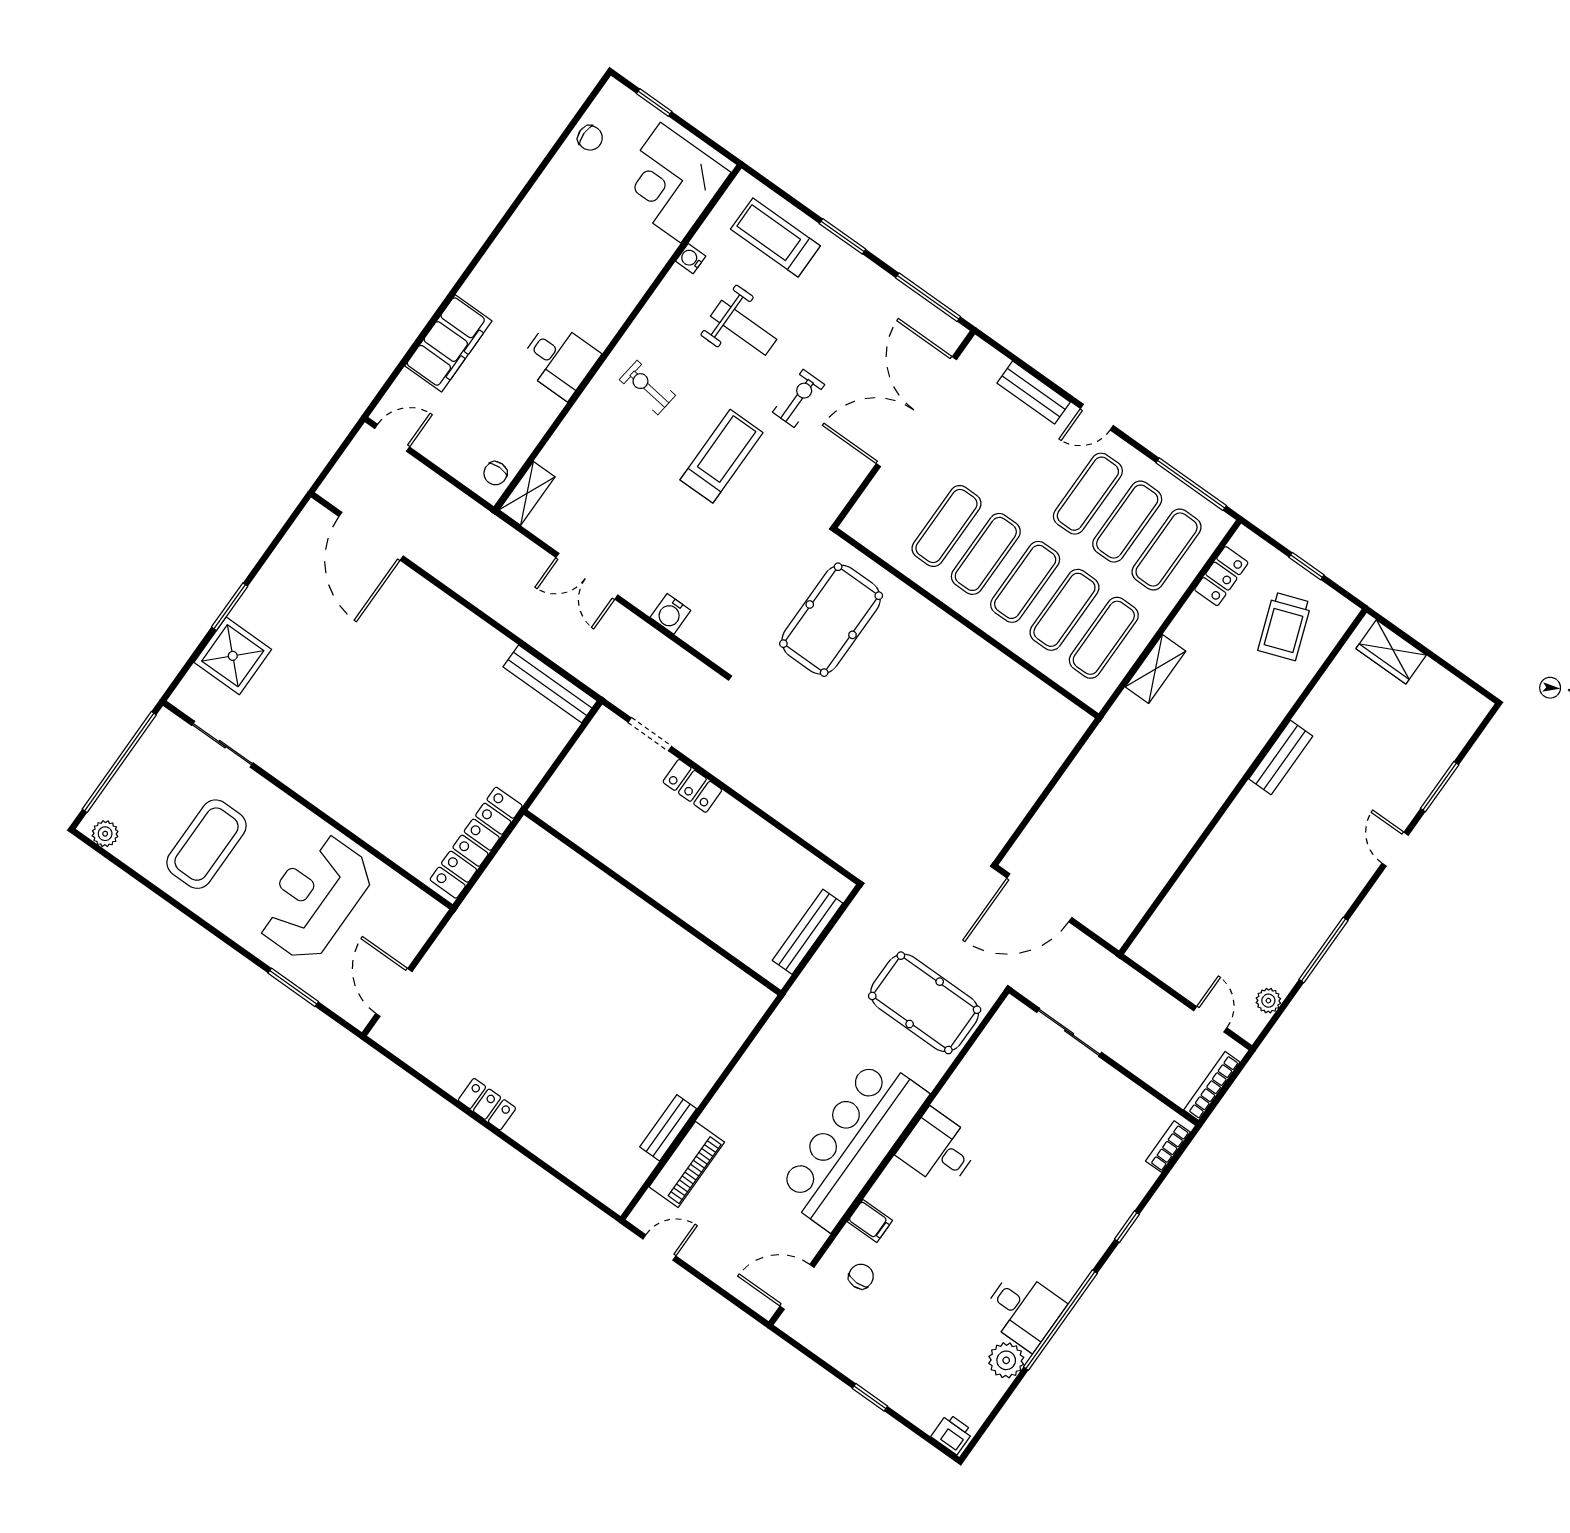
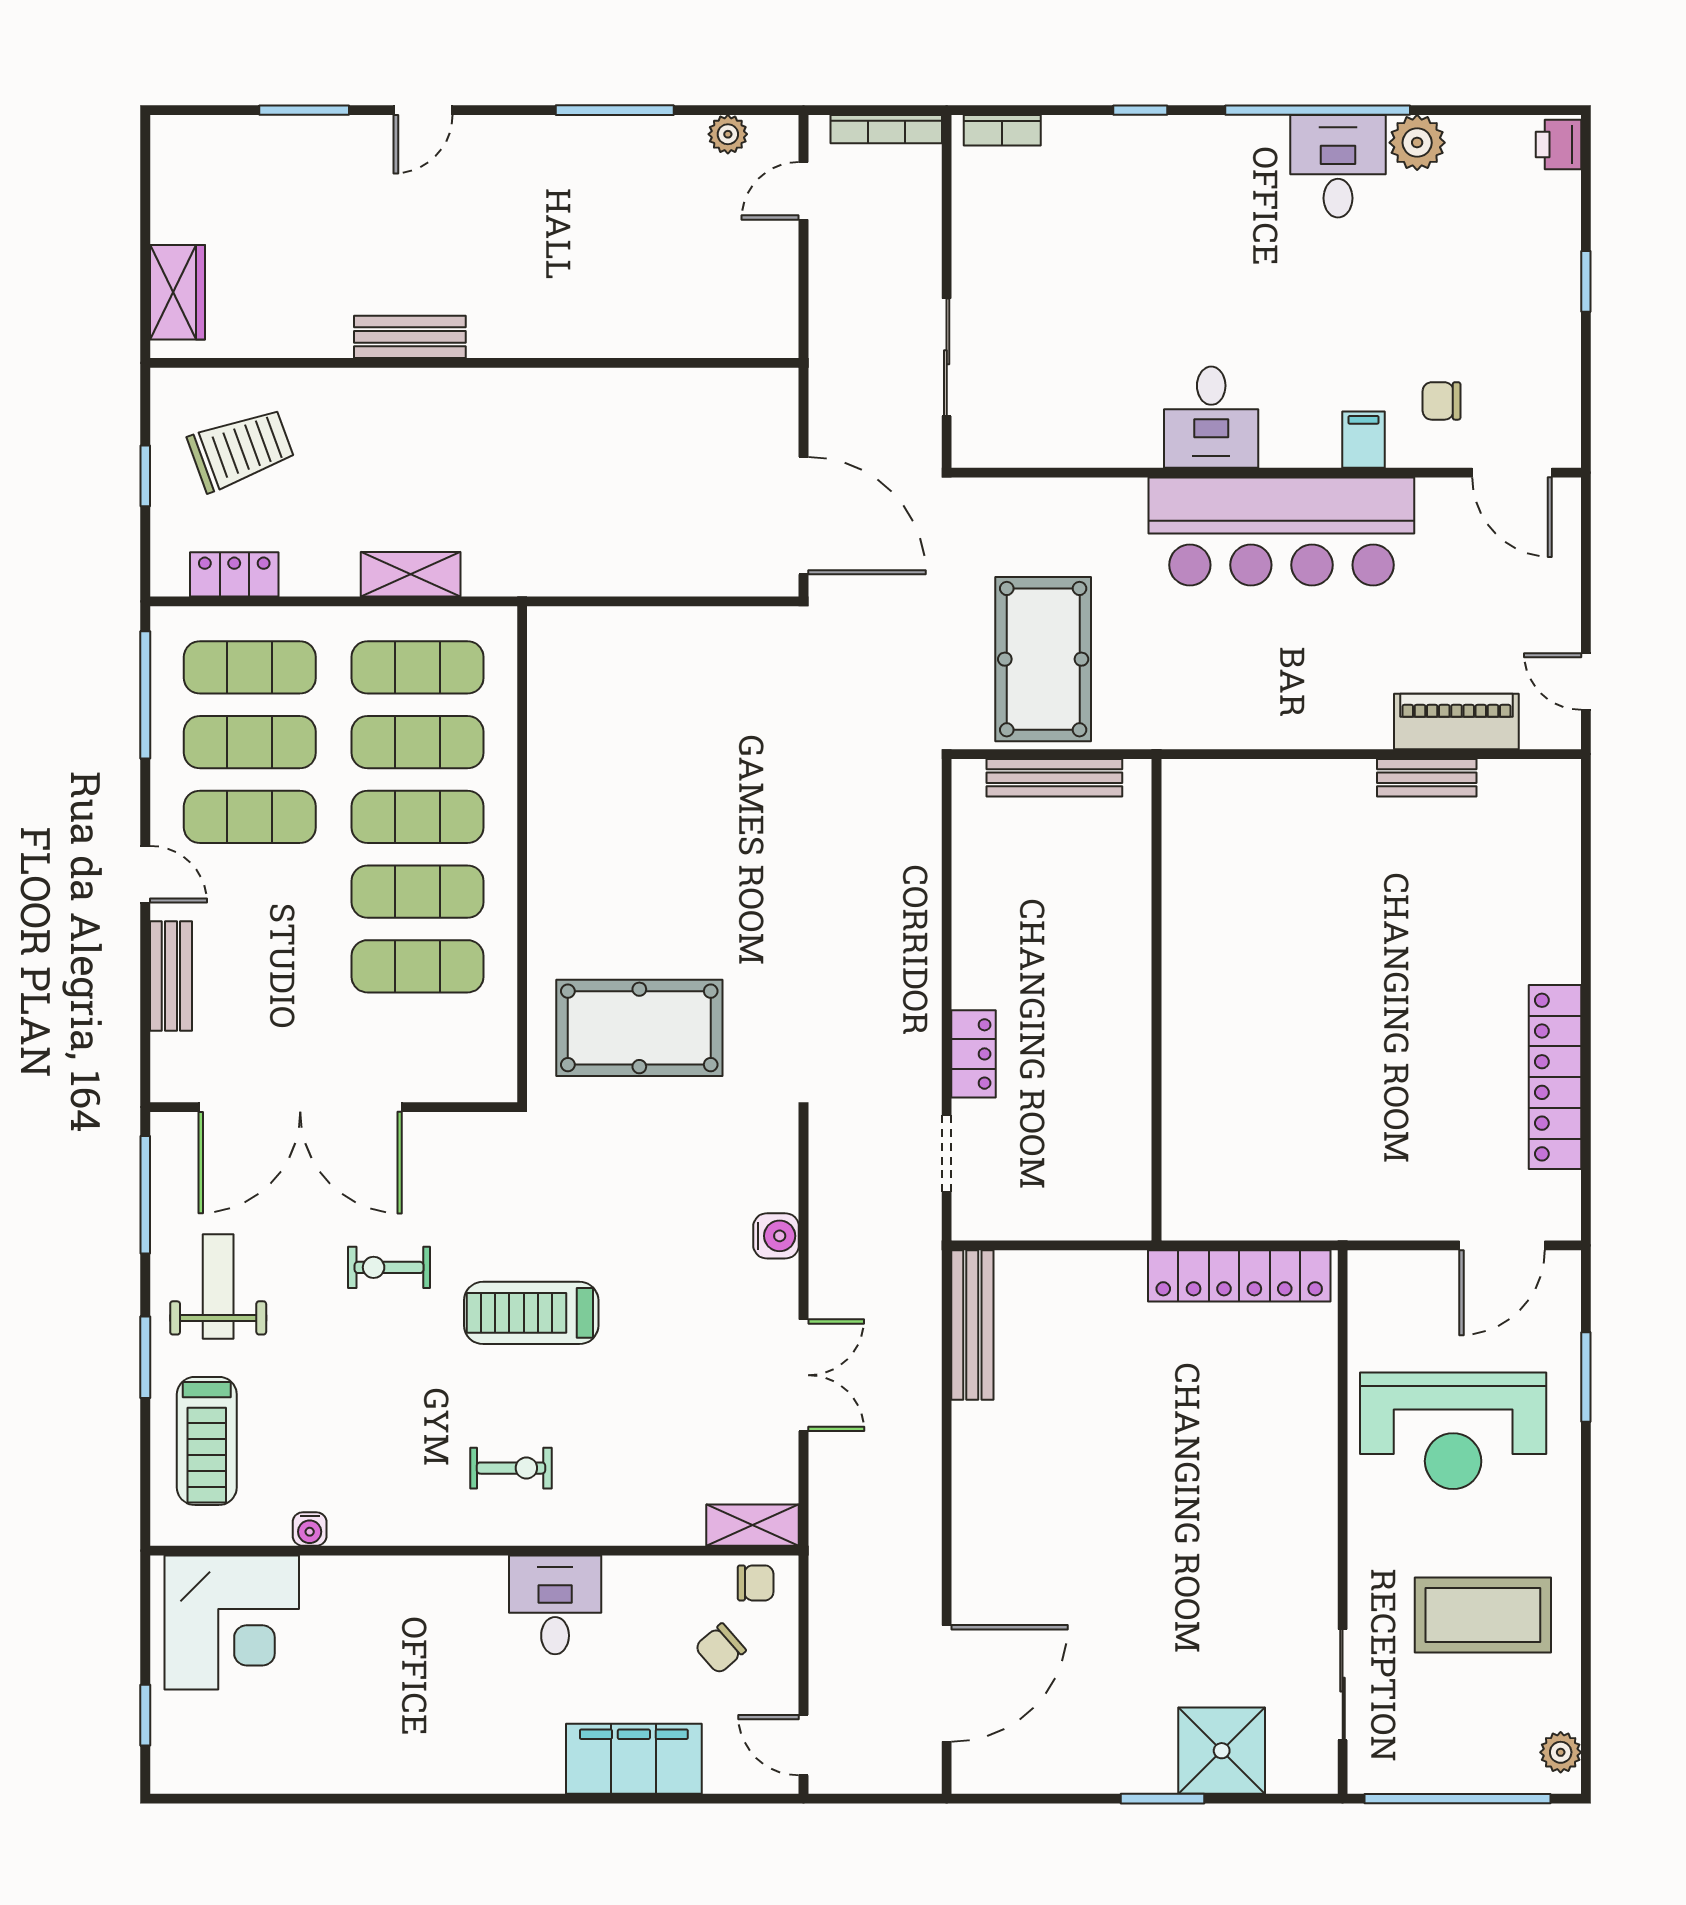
chair: (590, 138) -> (720, 1649), moved, turned -131
weight bench: (744, 328) -> (218, 1286), moved
exercise bike: (647, 387) -> (511, 1468), turned -97
pool table: (925, 1003) -> (1043, 659), moved
locker: (487, 1104) -> (1555, 1077), width x2.16, depth x1.21

